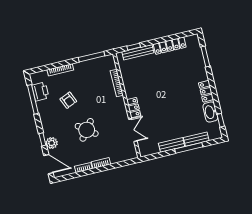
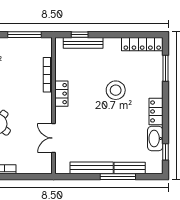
locker: (170, 46) -> (142, 44), moved
stool: (171, 82) -> (116, 90), added
locker: (134, 108) -> (61, 94), moved
double door: (133, 130) -> (54, 138), swing flipped
bench: (172, 145) -> (92, 168), width x1.36

